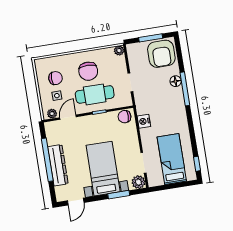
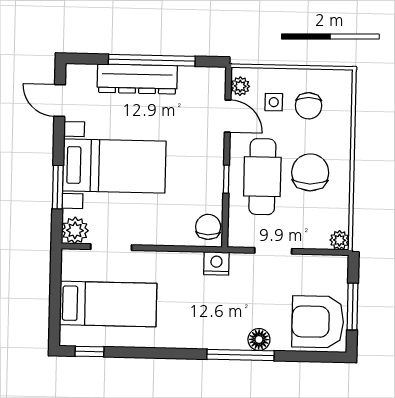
chair: (88, 71) -> (310, 172), turned 90
nightstand: (144, 121) -> (216, 263), moved

